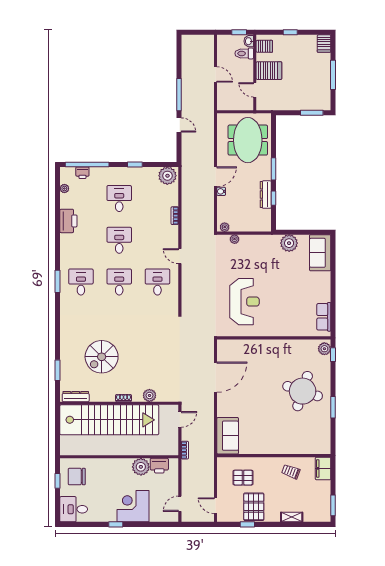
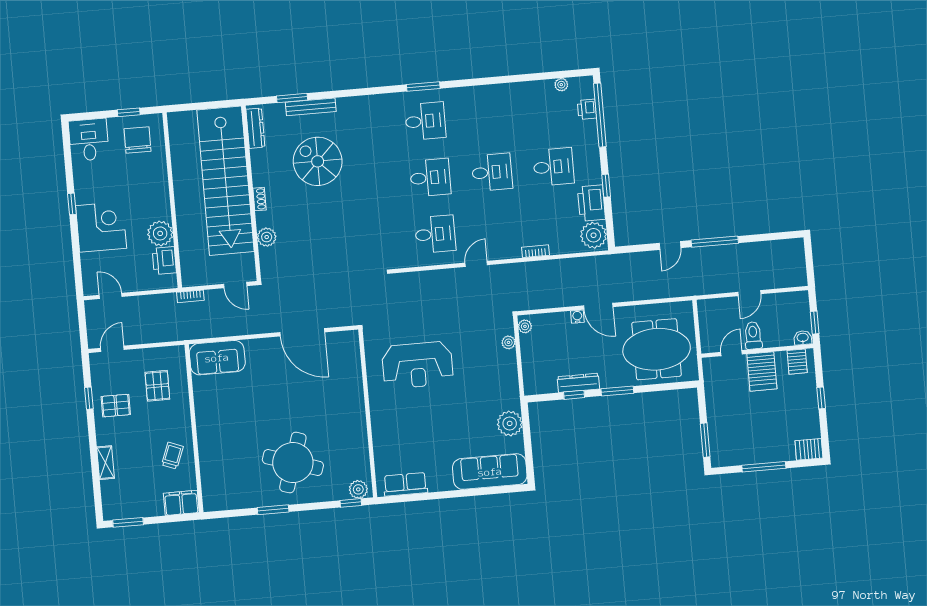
toilet: (244, 53) -> (753, 335), moved
printer: (68, 221) -> (591, 203), moved, turned 90
sofa: (320, 253) -> (490, 472), width x1.36
bench: (65, 358) -> (311, 107), added
pallet: (254, 507) -> (116, 406), width x0.67, depth x0.71

